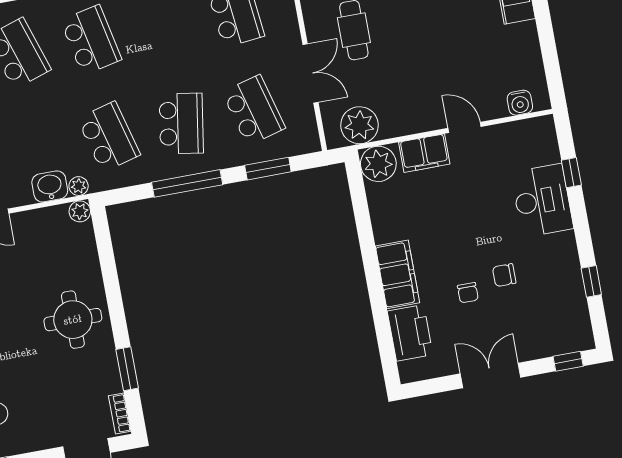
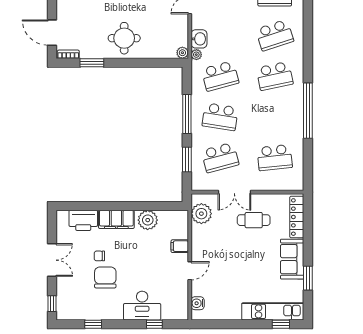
filing cabinet: (424, 153) -> (180, 246), width x0.50
plant: (378, 164) -> (148, 220), moved
chair: (504, 275) -> (105, 277), width x1.87, depth x1.87

